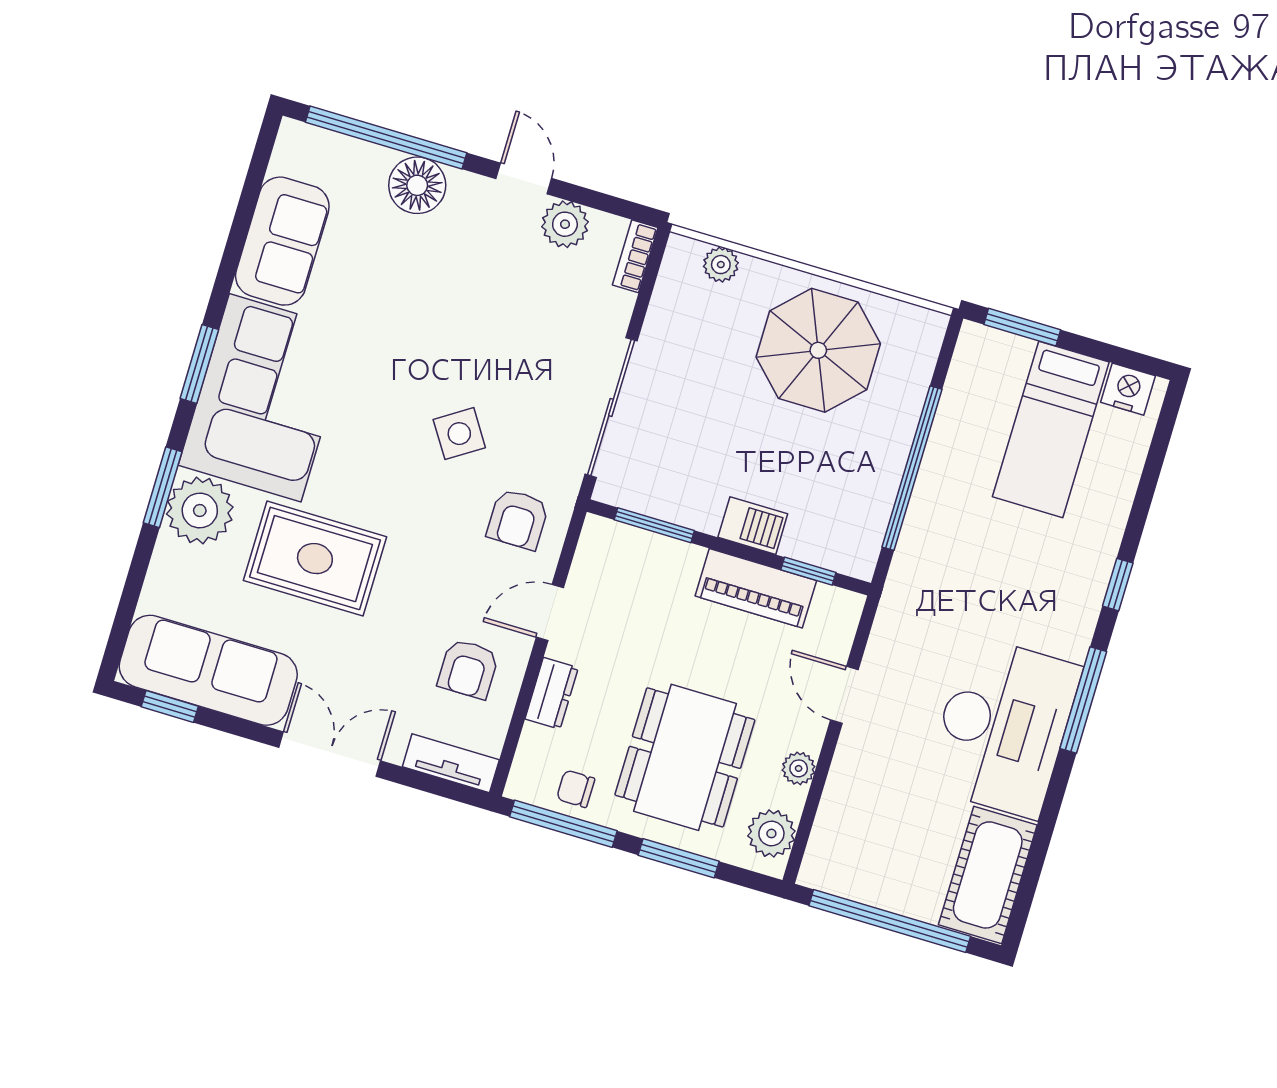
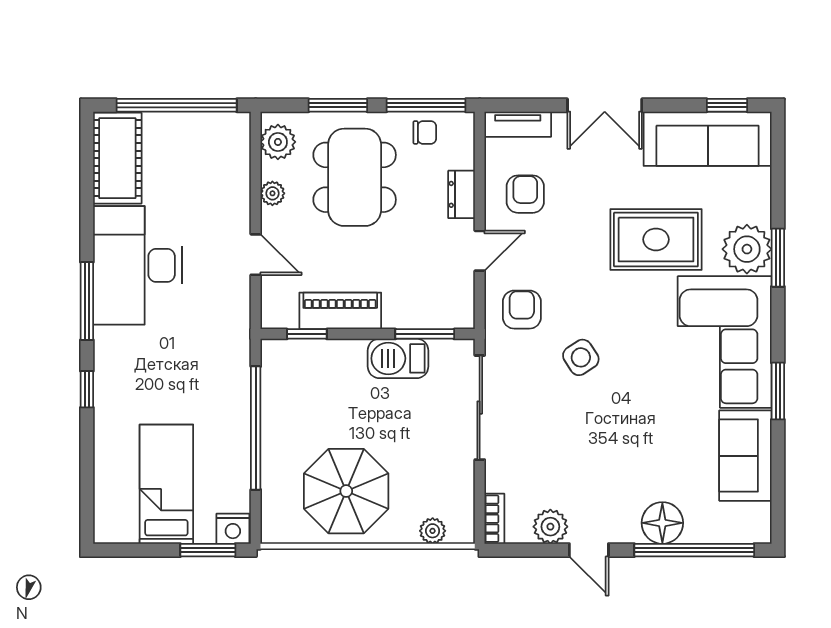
window: (199, 364) -> (778, 391), moved
nightstand: (1128, 389) -> (233, 529), moved
barbecue: (753, 526) -> (398, 358), moved, width x1.38, depth x1.27

